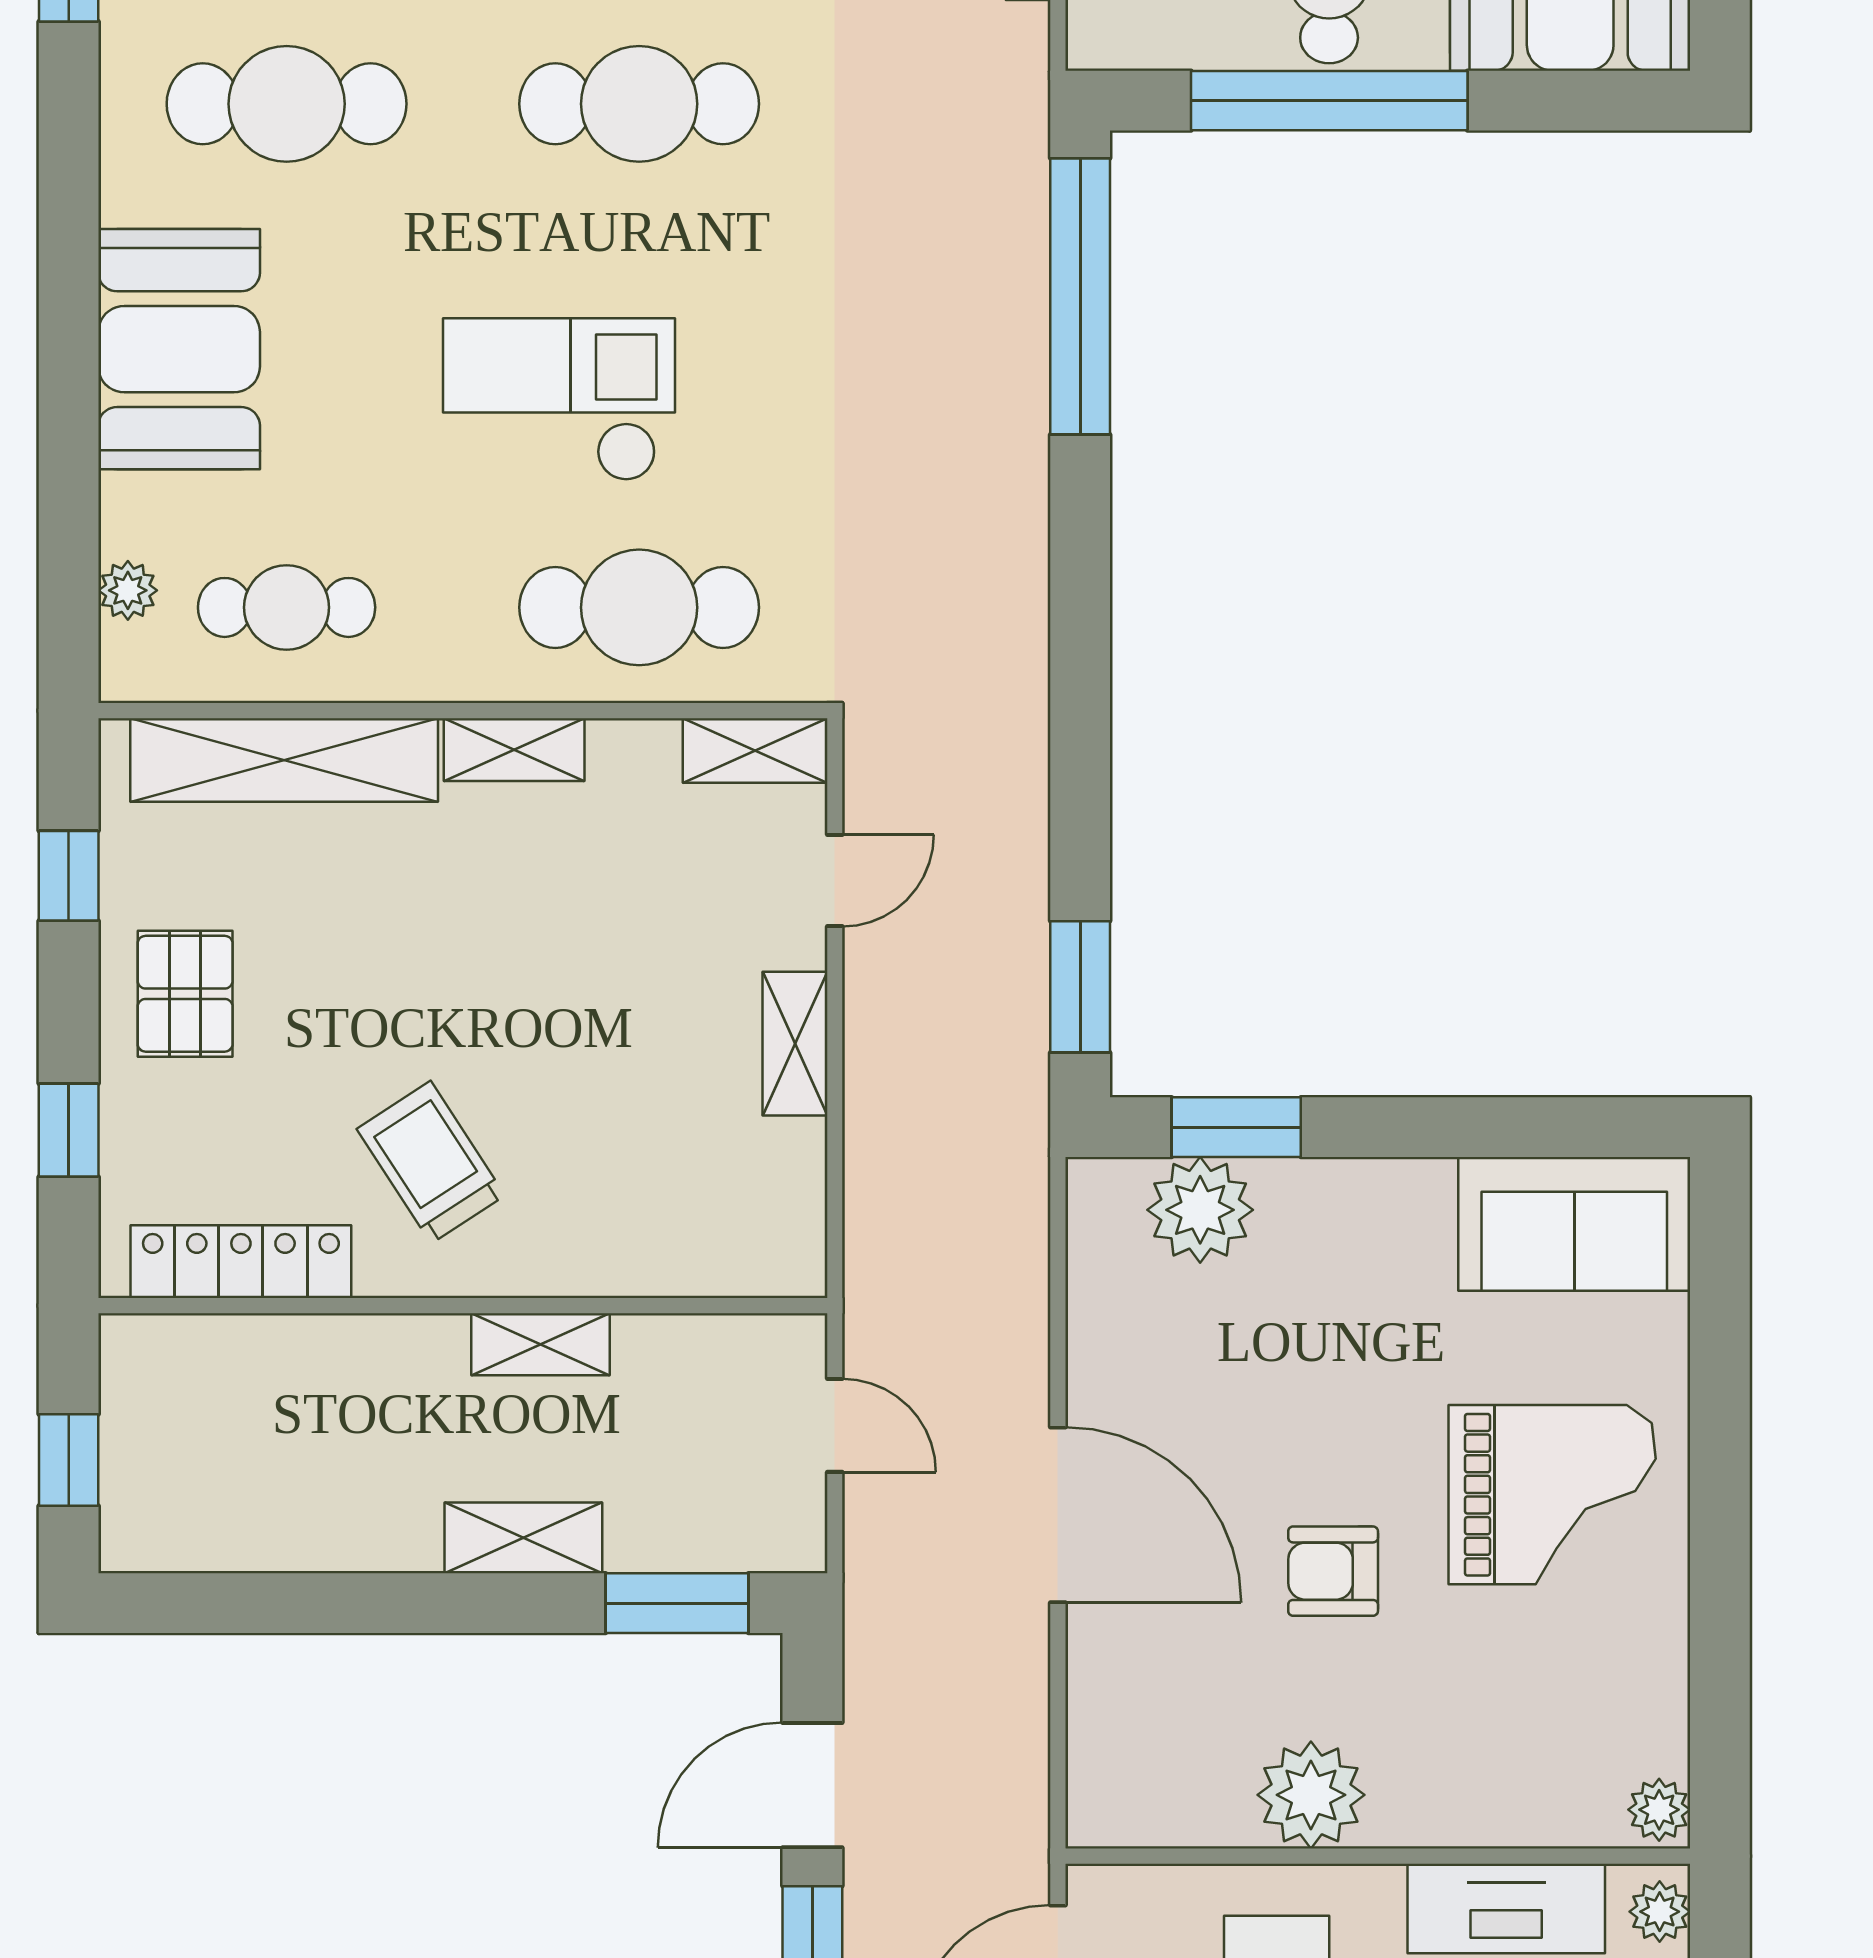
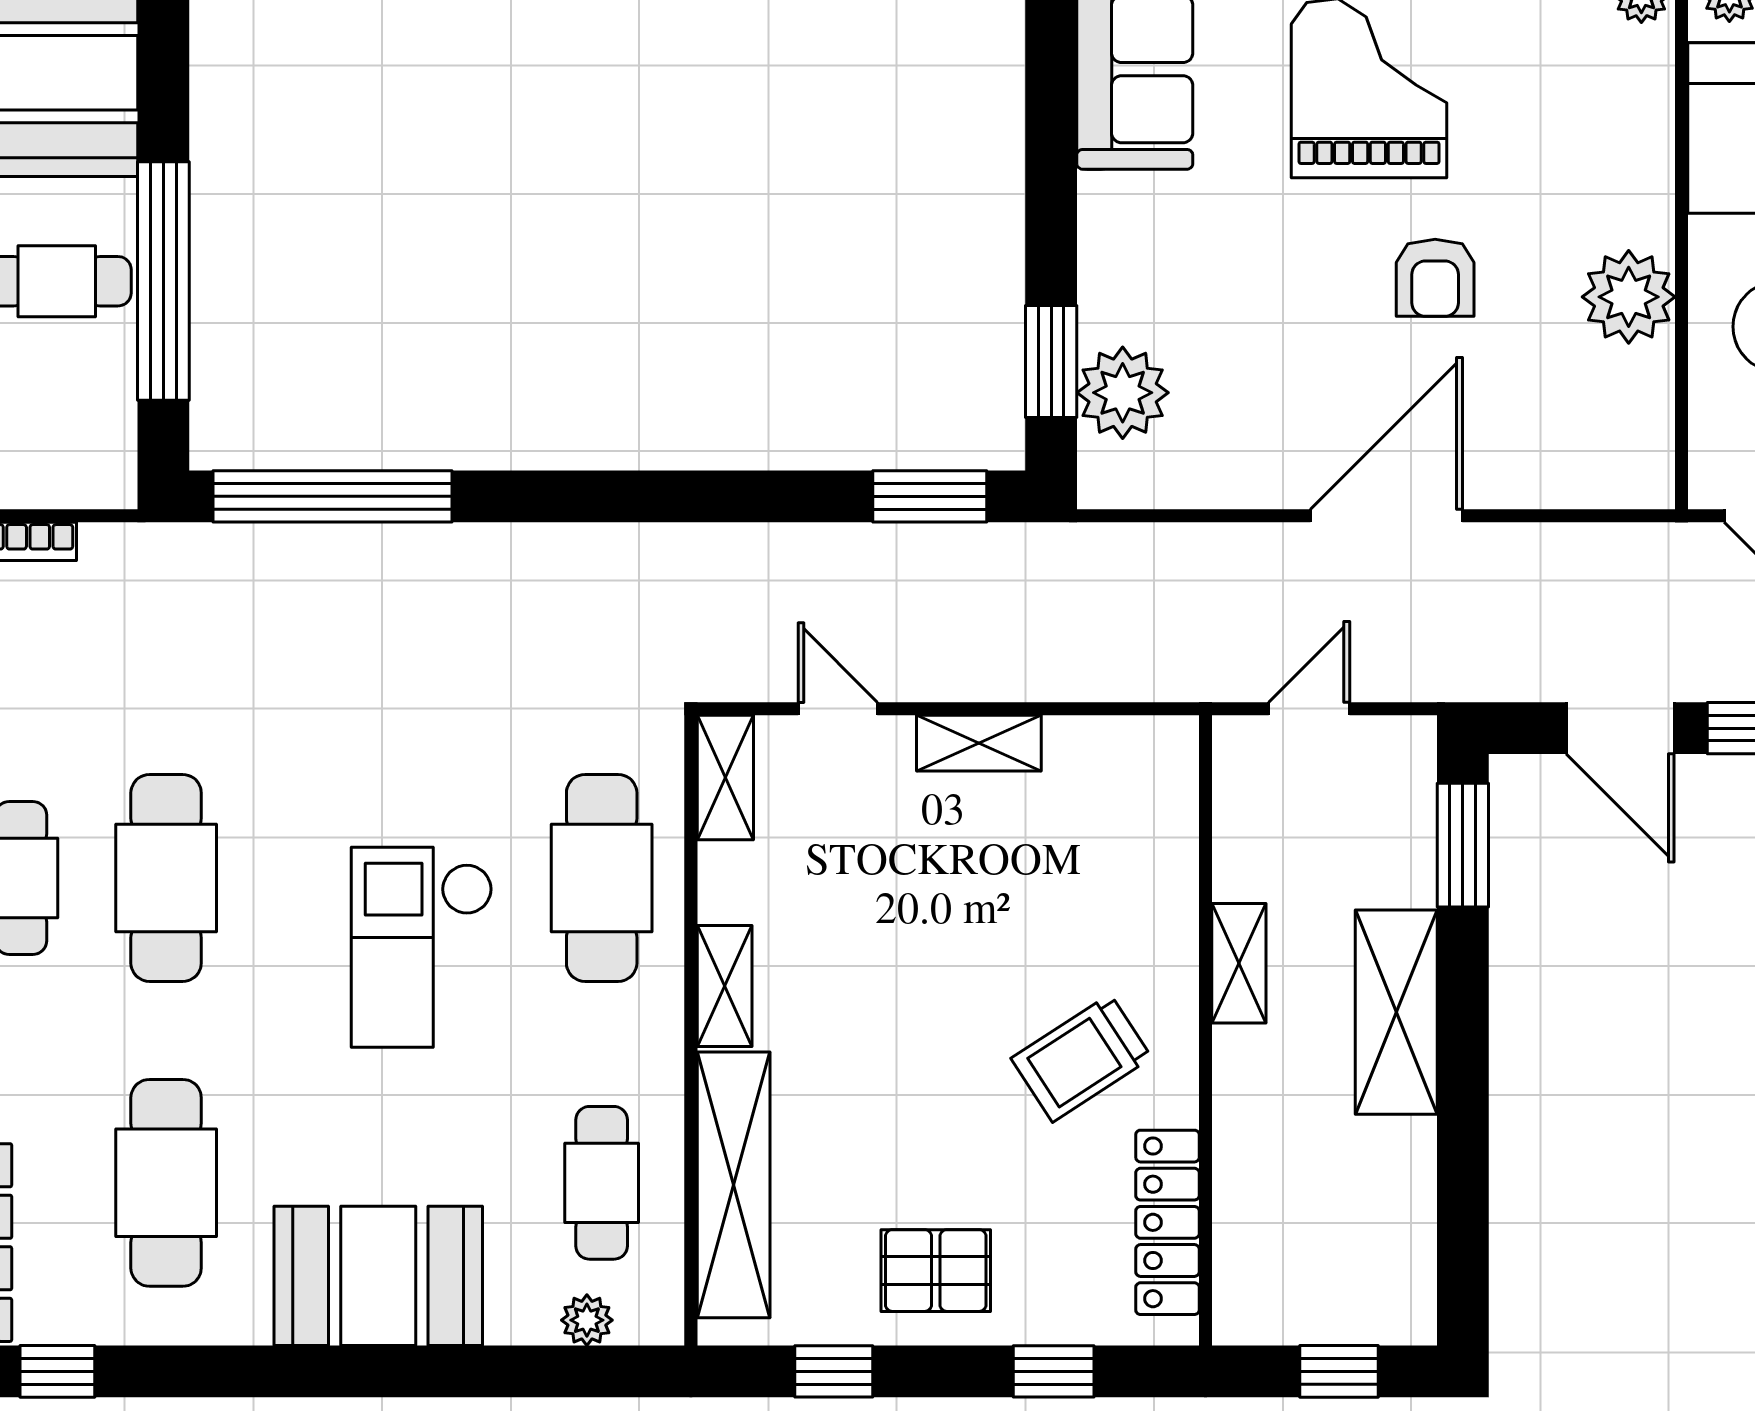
shelving: (523, 1538) -> (1396, 1012), width x1.50, depth x1.33

